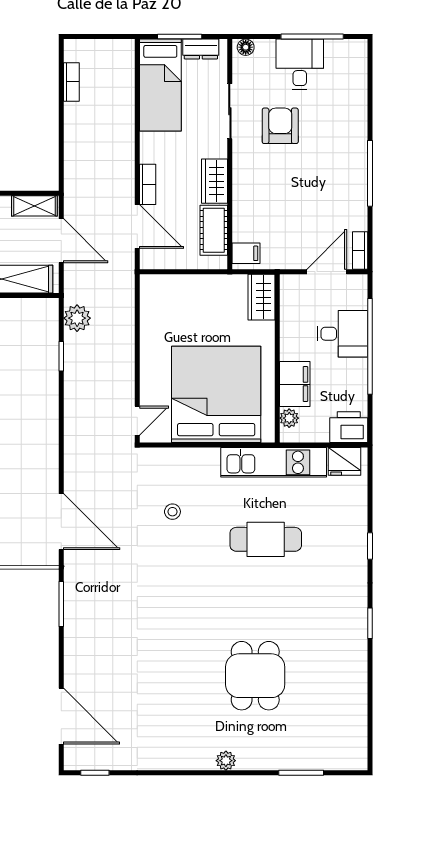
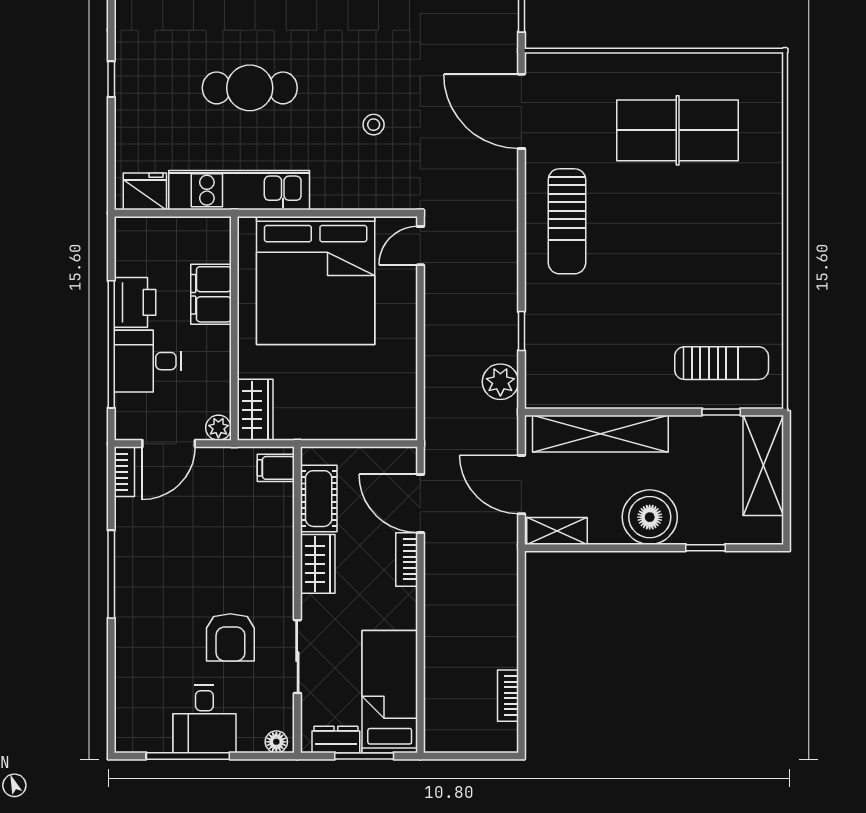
plant: (289, 418) -> (218, 428), moved
printer: (349, 427) -> (135, 302), moved, turned -90
sun lounger: (27, 439) -> (567, 221), added

